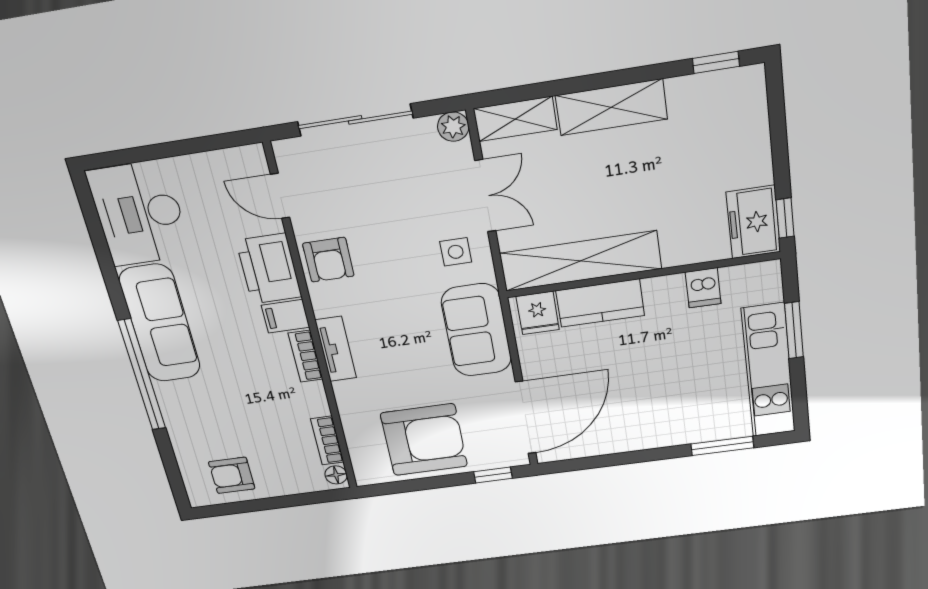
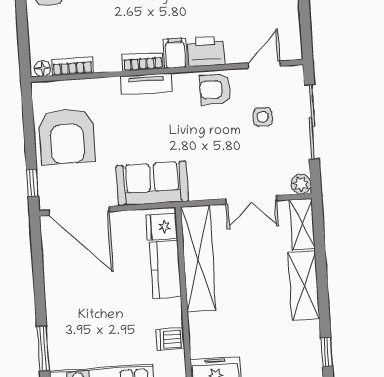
side table: (456, 252) -> (263, 117), moved
printer: (269, 269) -> (206, 51), width x0.73, depth x0.84

